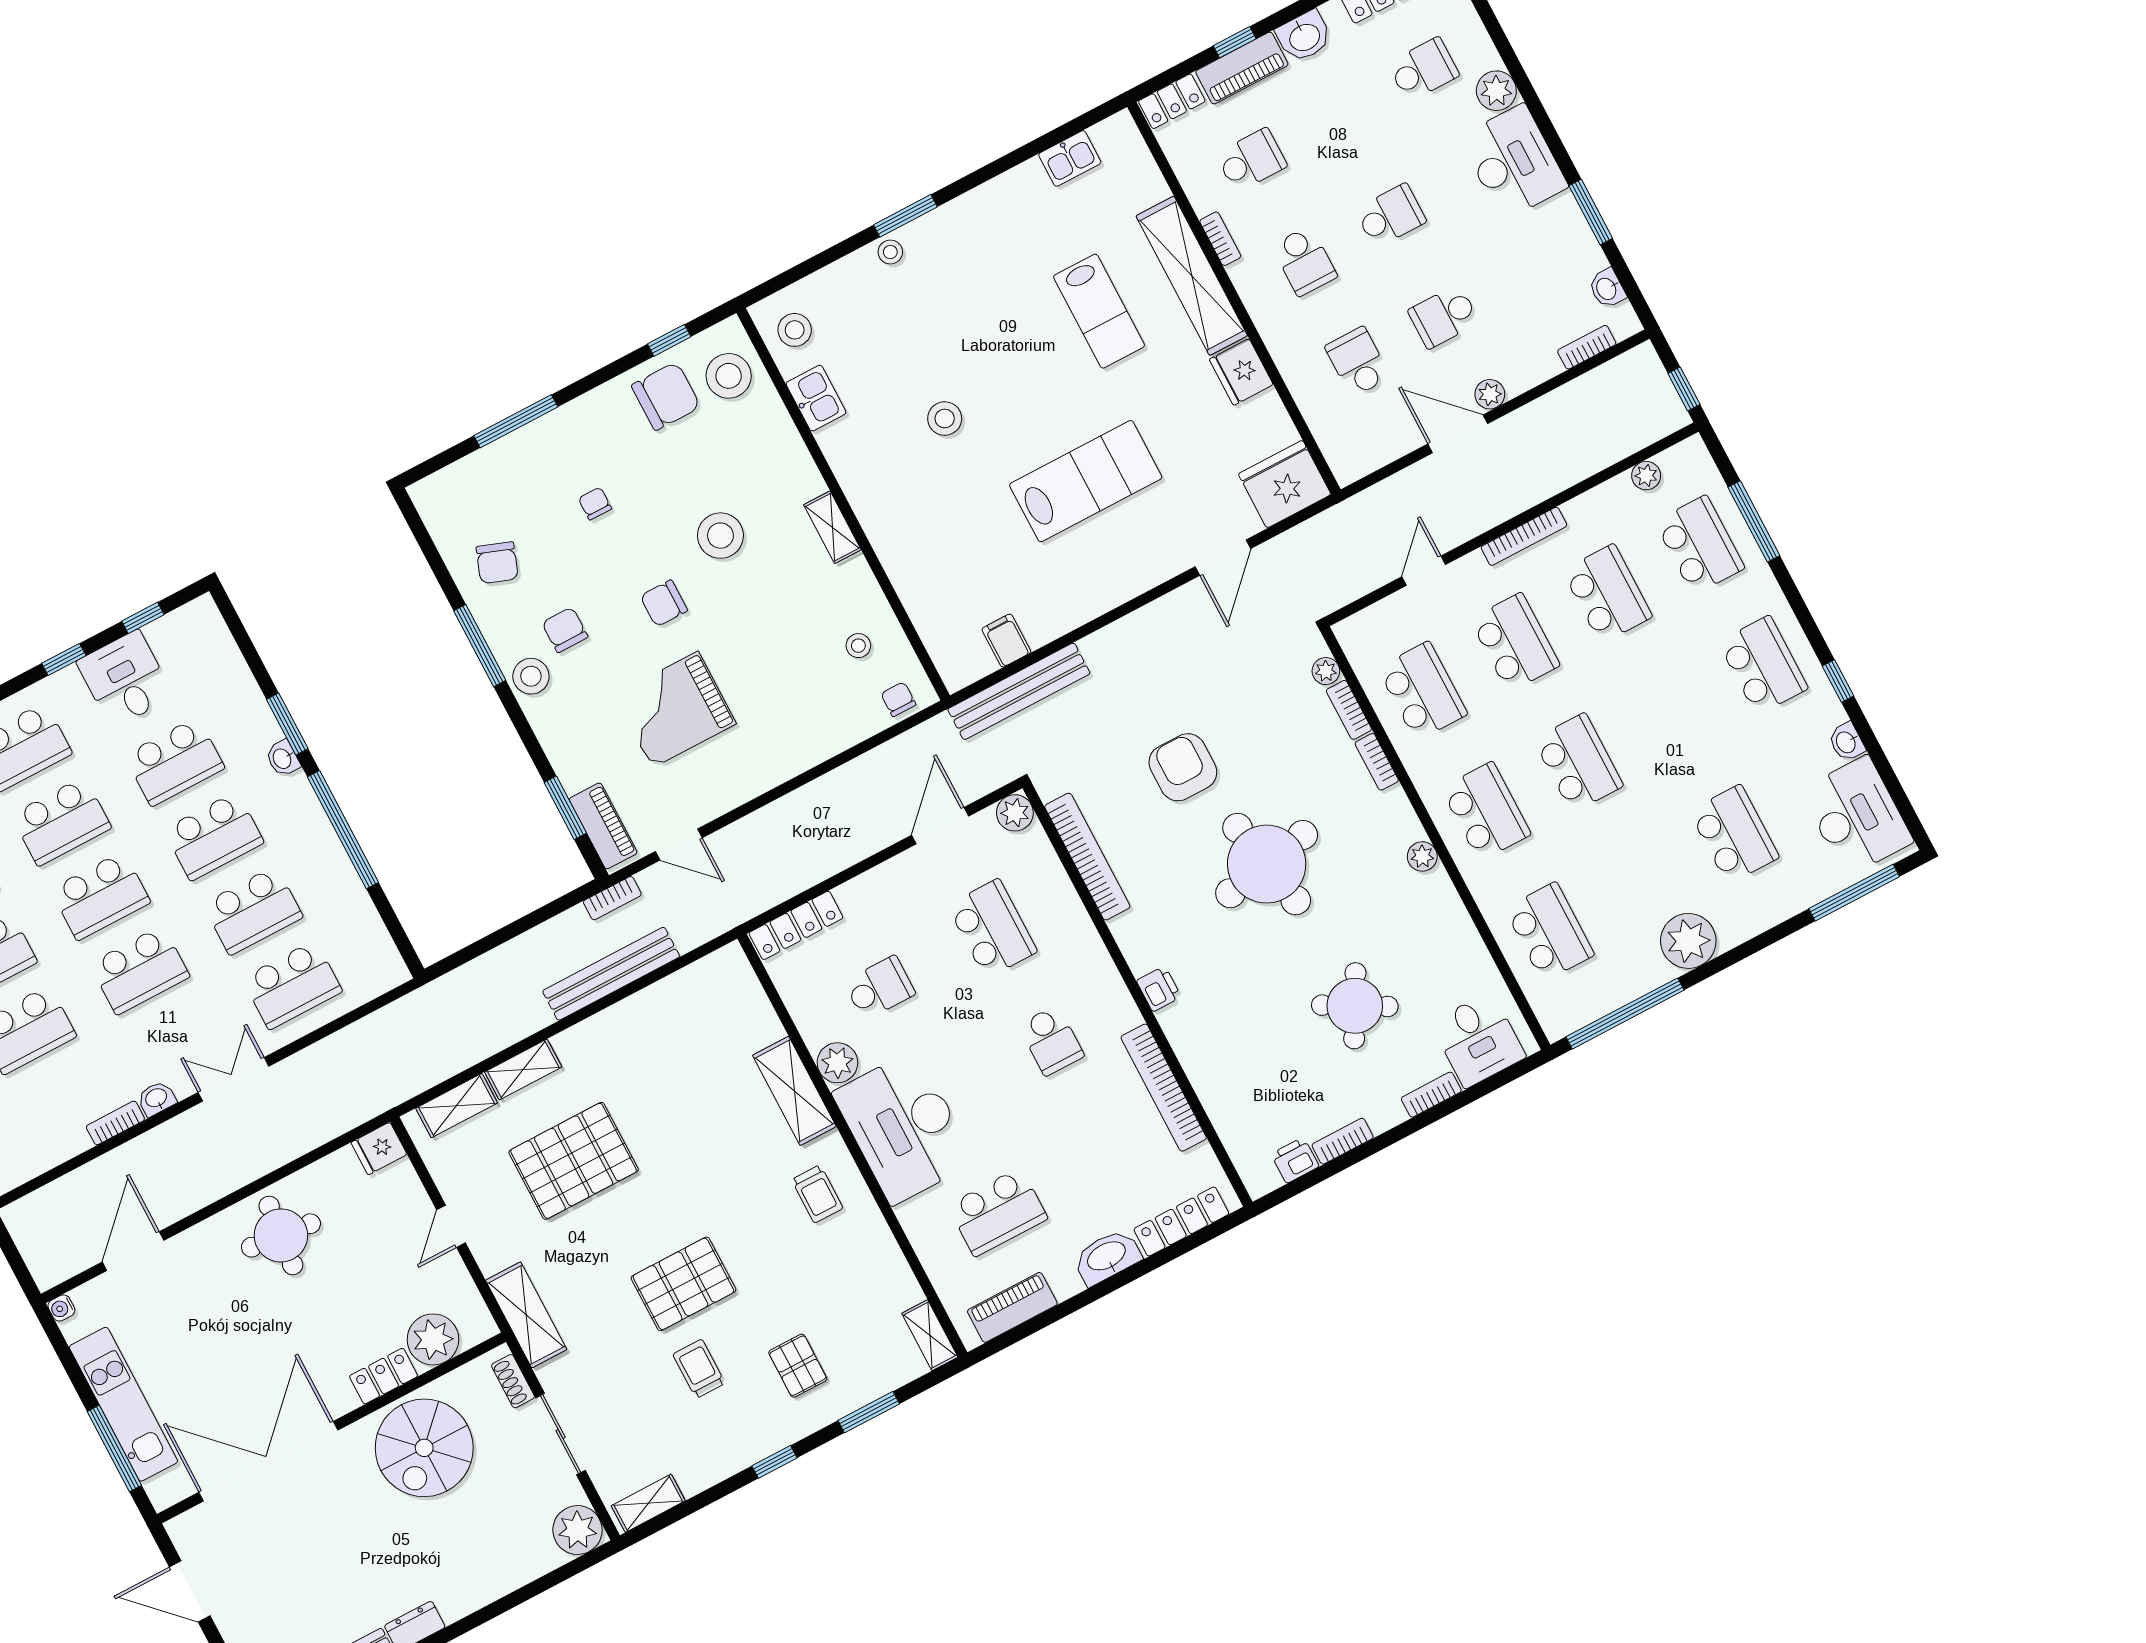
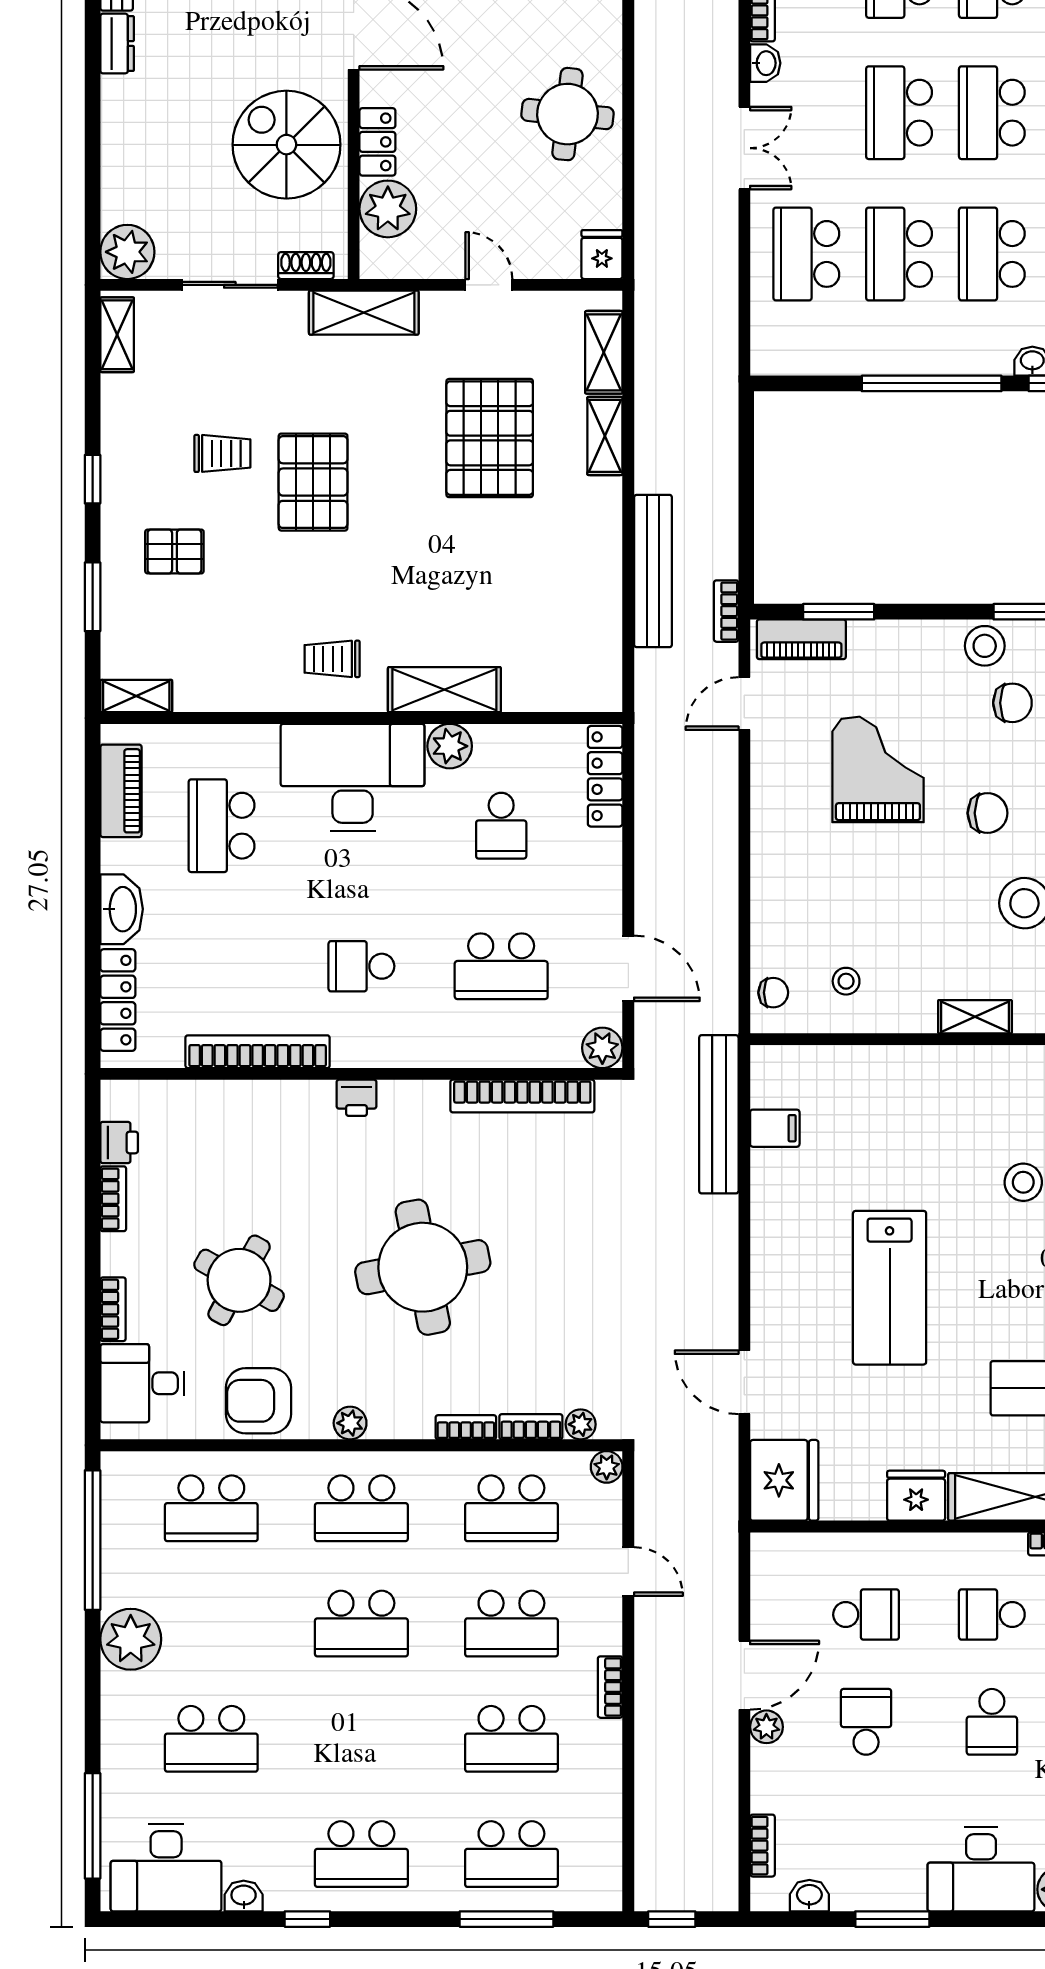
plant: (1646, 476) -> (607, 1467), moved
bookcase: (1524, 536) -> (610, 1687), width x0.64
chair: (664, 603) -> (987, 813), turned 90
armchair: (1183, 767) -> (258, 1401), moved, turned 180

